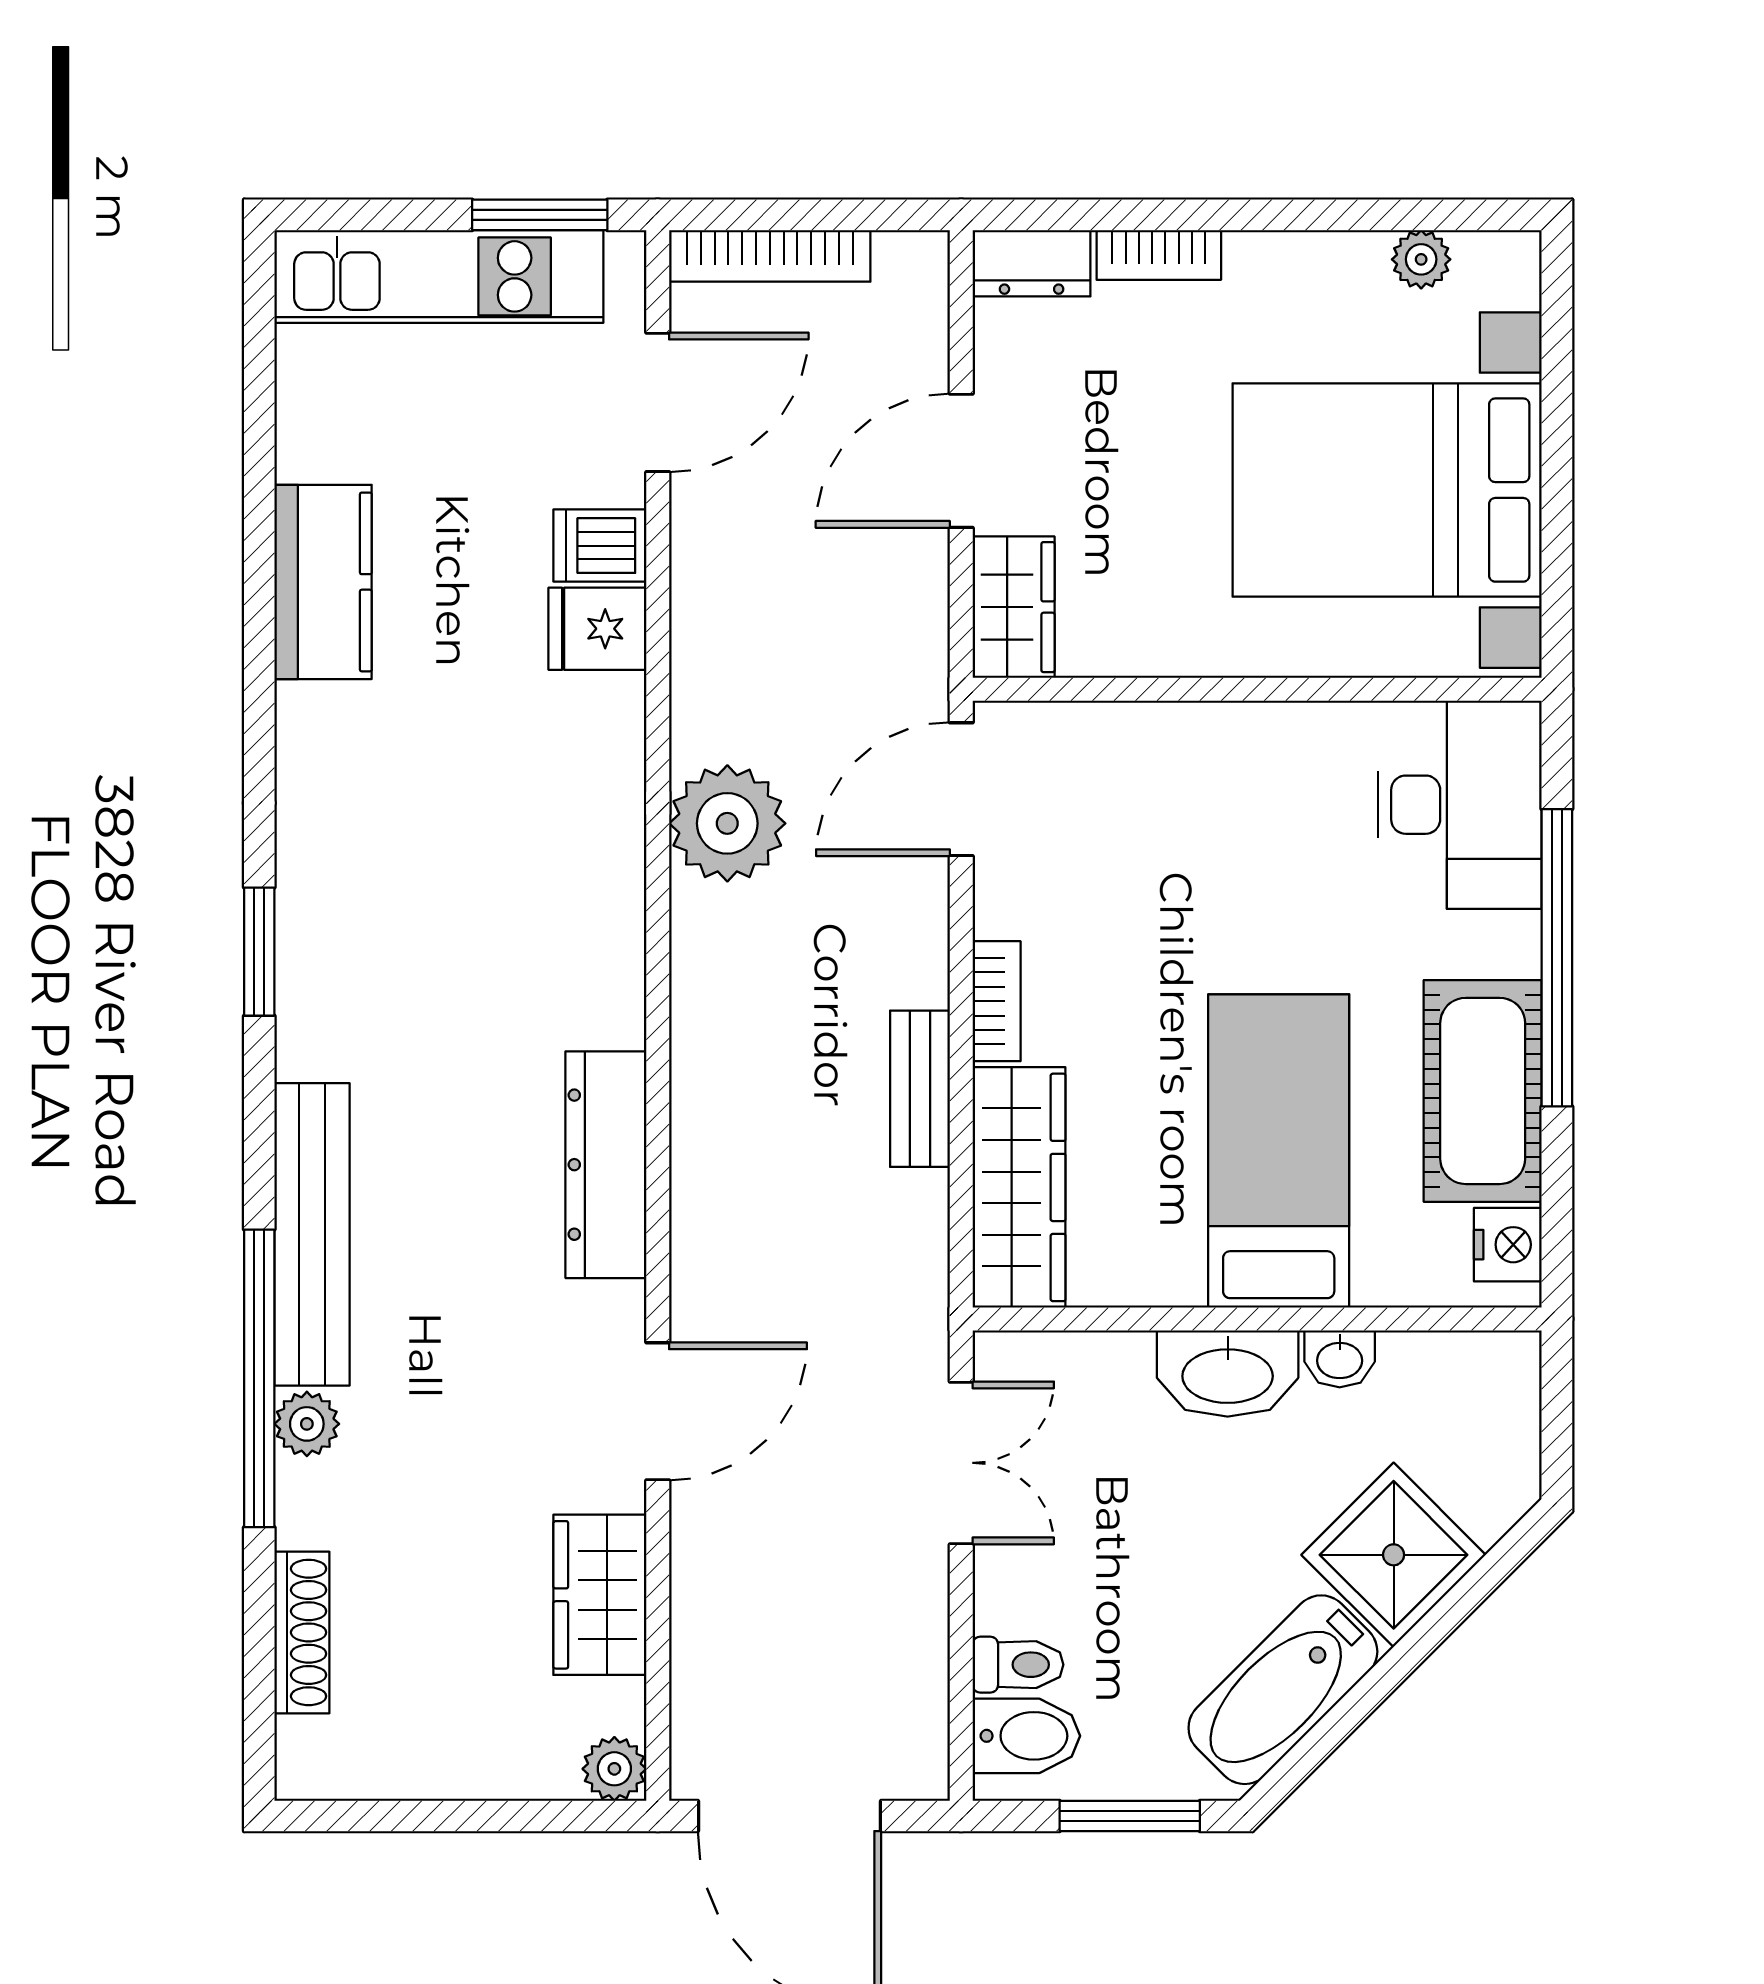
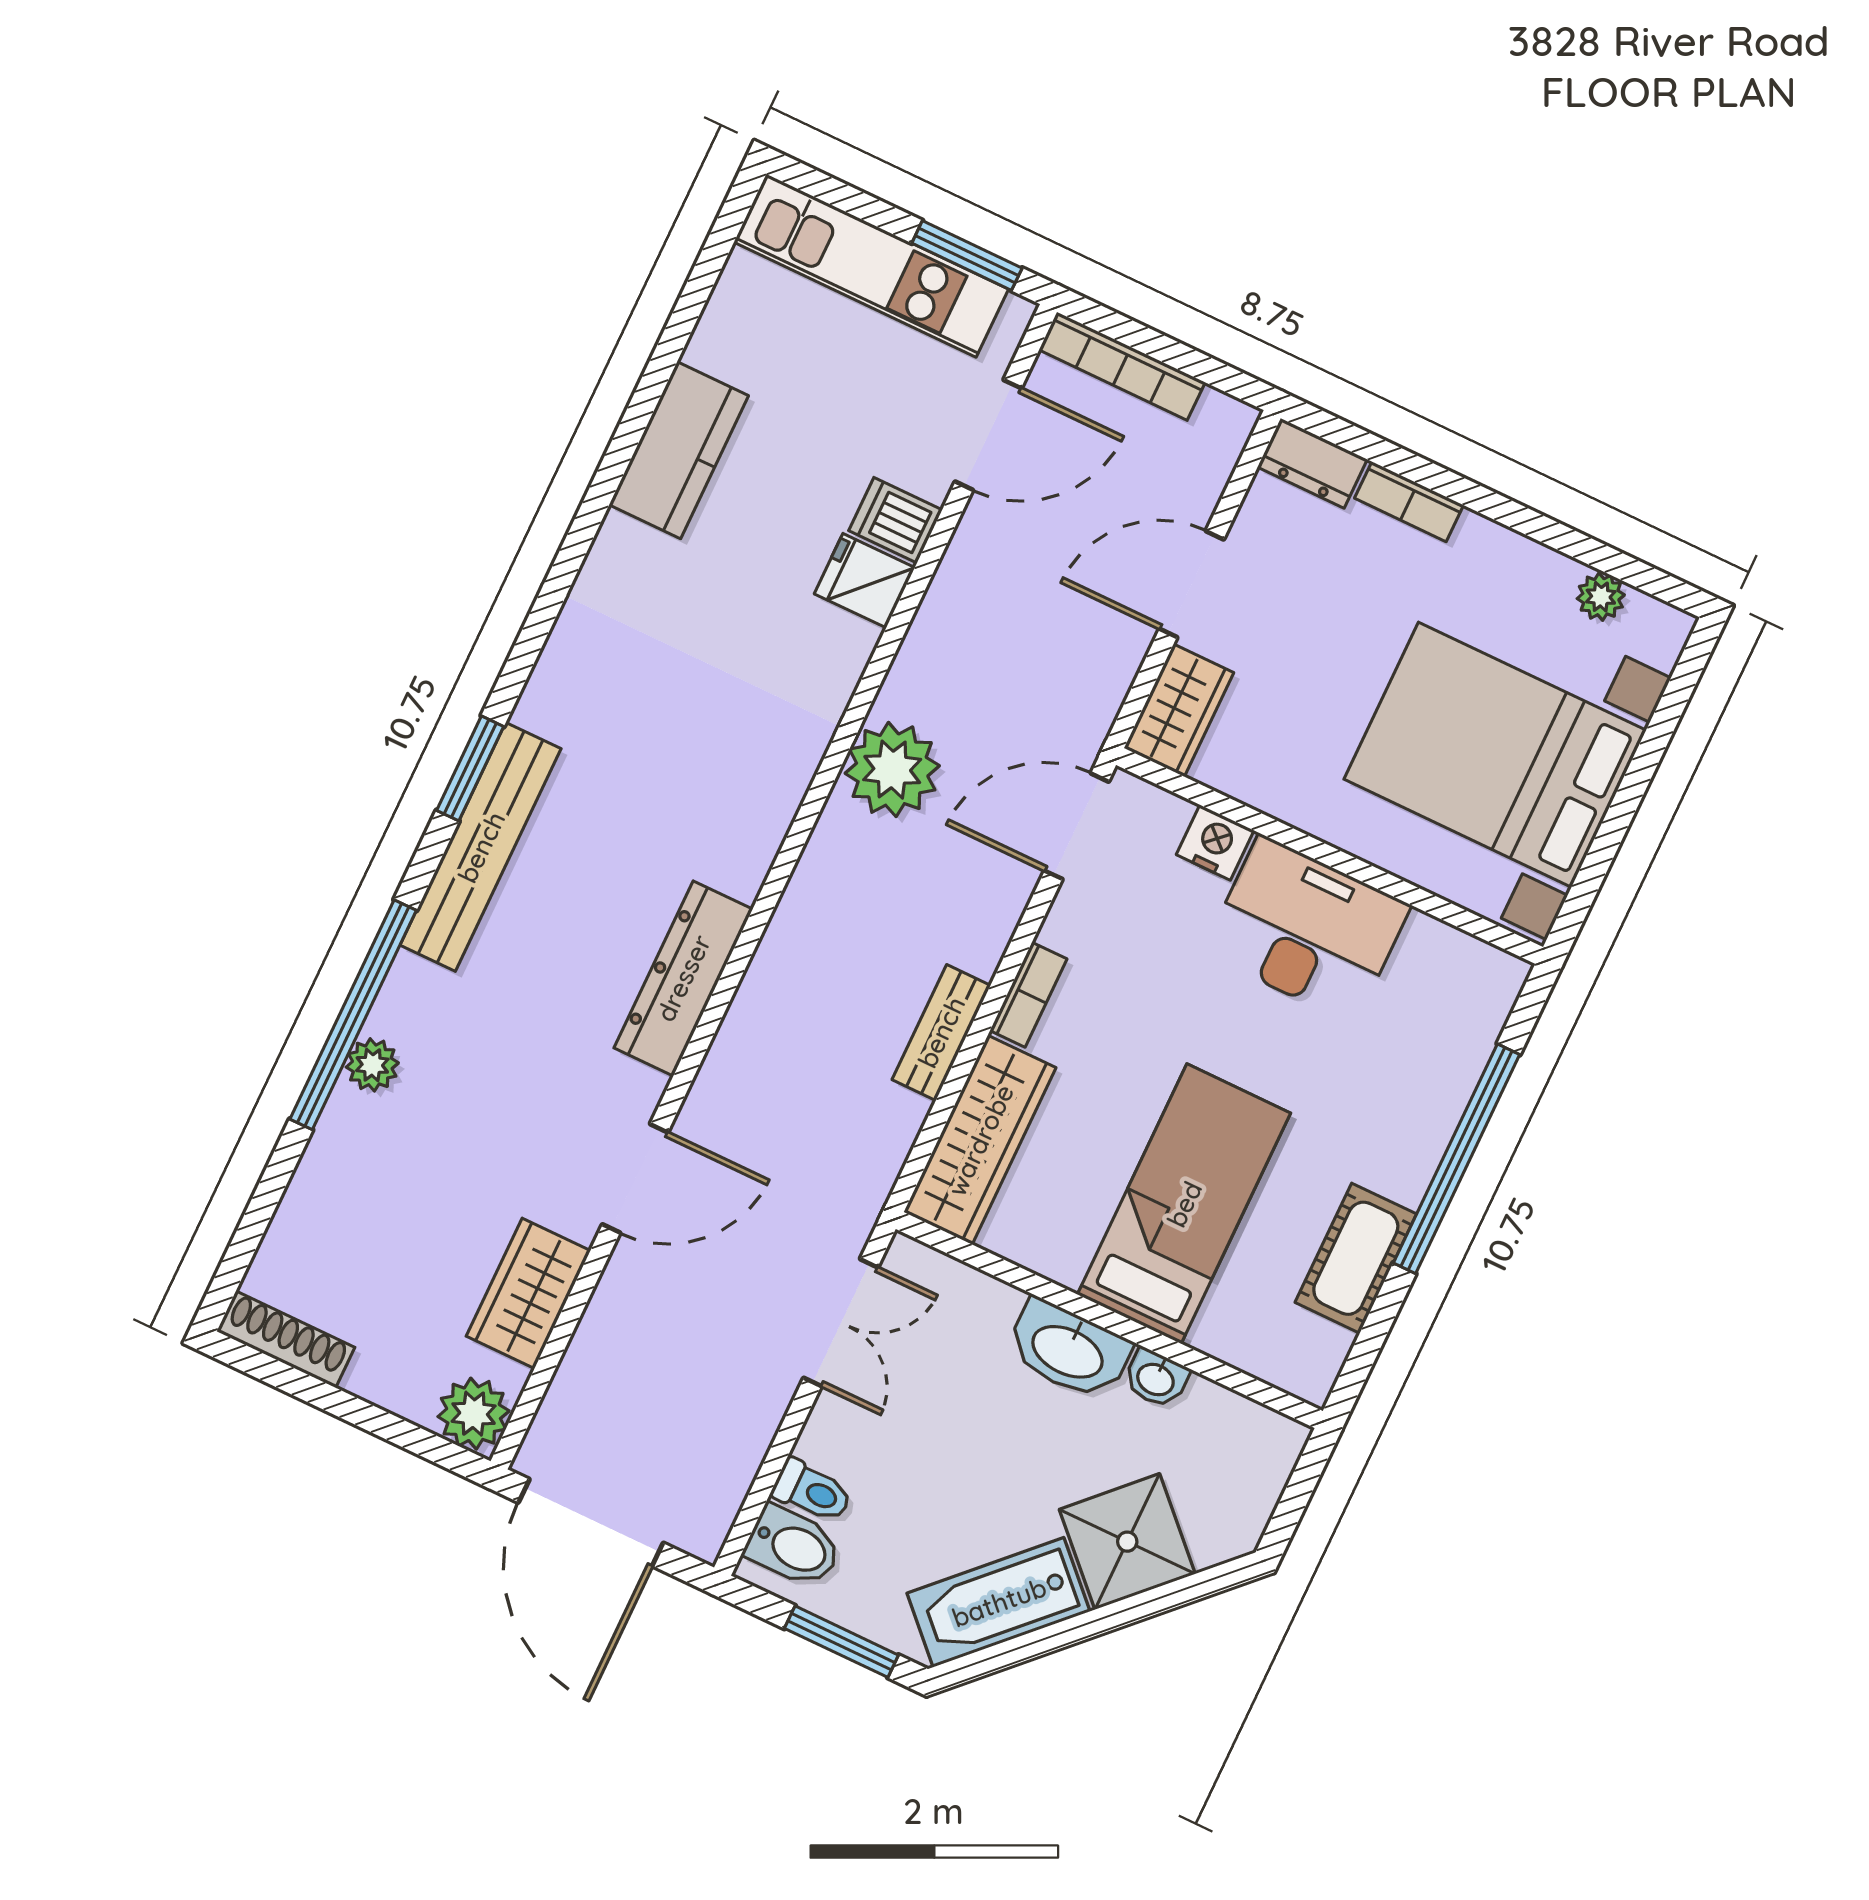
desk: (1460, 805) -> (1307, 929), moved, turned -90
window: (259, 952) -> (470, 768), moved
cot: (1483, 1091) -> (1356, 1258), width x0.73, depth x0.75
bench: (312, 1234) -> (481, 847), moved
nightstand: (1508, 1245) -> (1215, 843), moved, turned -90
shoe rack: (302, 1632) -> (286, 1339), moved, turned -90
plant: (614, 1769) -> (474, 1414), width x1.38, depth x1.38

